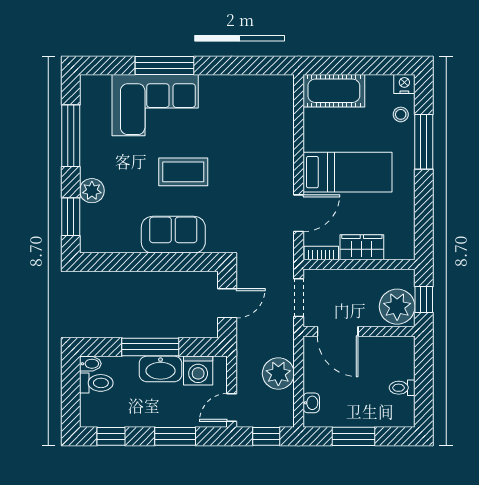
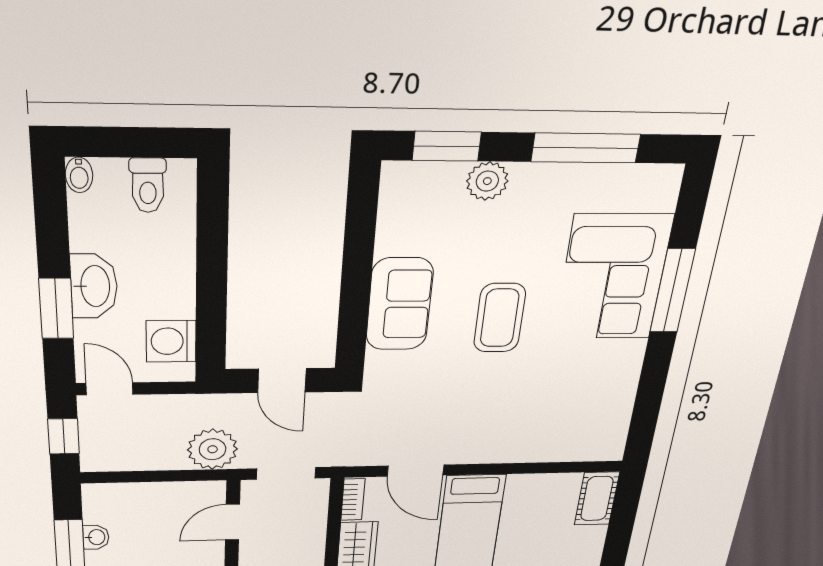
cot: (334, 91) -> (597, 499), width x0.73, depth x0.75
door: (338, 331) -> (232, 522), width x0.73
window: (150, 347) -> (212, 271), removed
bidet: (90, 364) -> (79, 175), moved
washbasin: (160, 369) -> (94, 286), moved, turned 180
plant: (278, 374) -> (213, 449), moved
washbasin: (311, 403) -> (96, 537), moved, turned -90
window: (111, 436) -> (51, 209), removed

